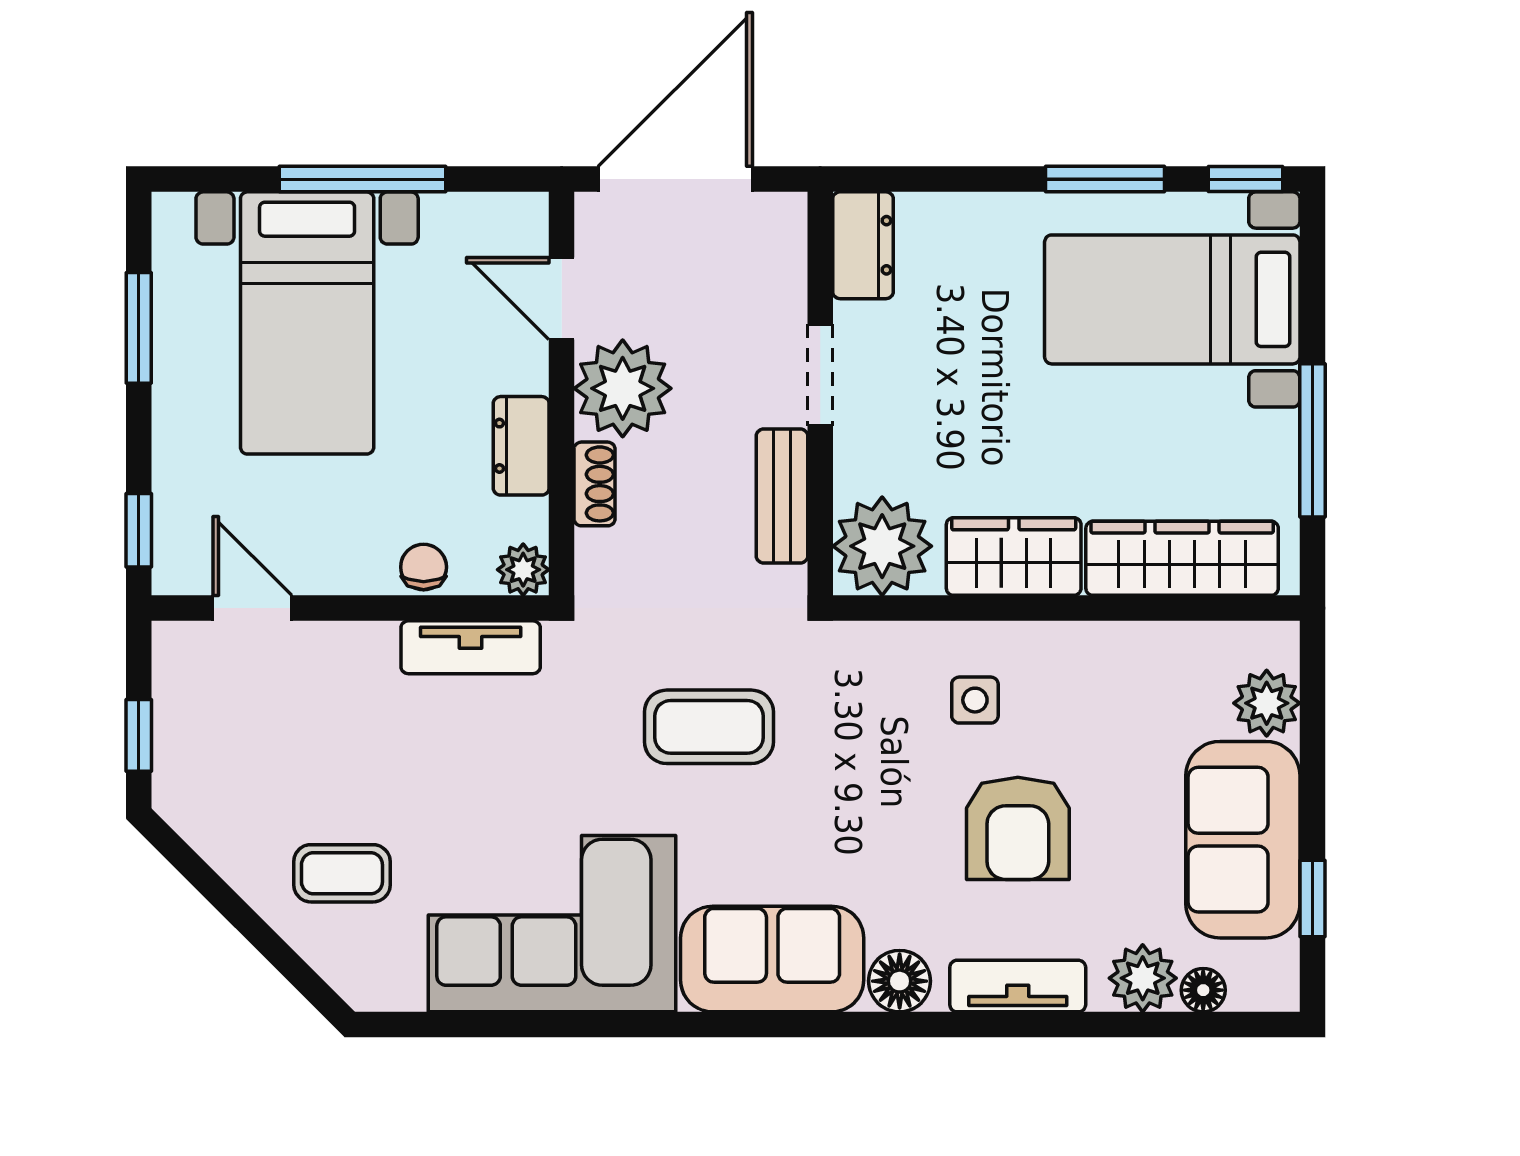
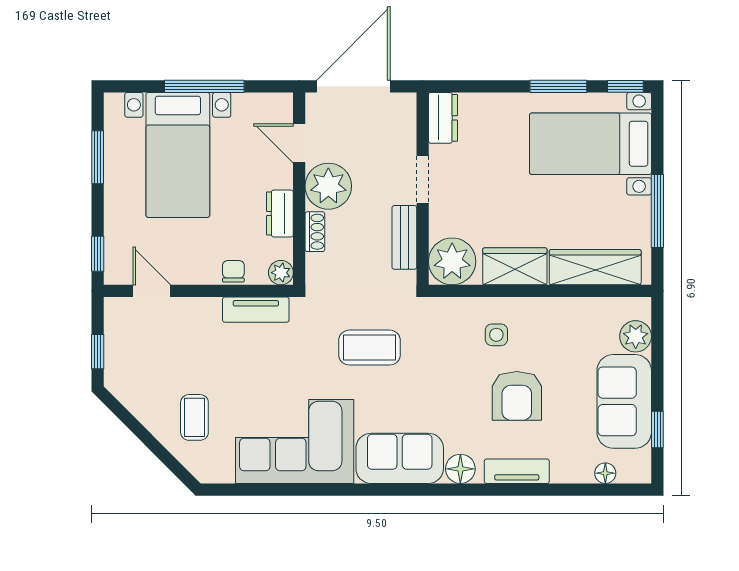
coffee table: (342, 873) -> (194, 417), turned 90
plant: (1143, 978) -> (576, 467), removed

